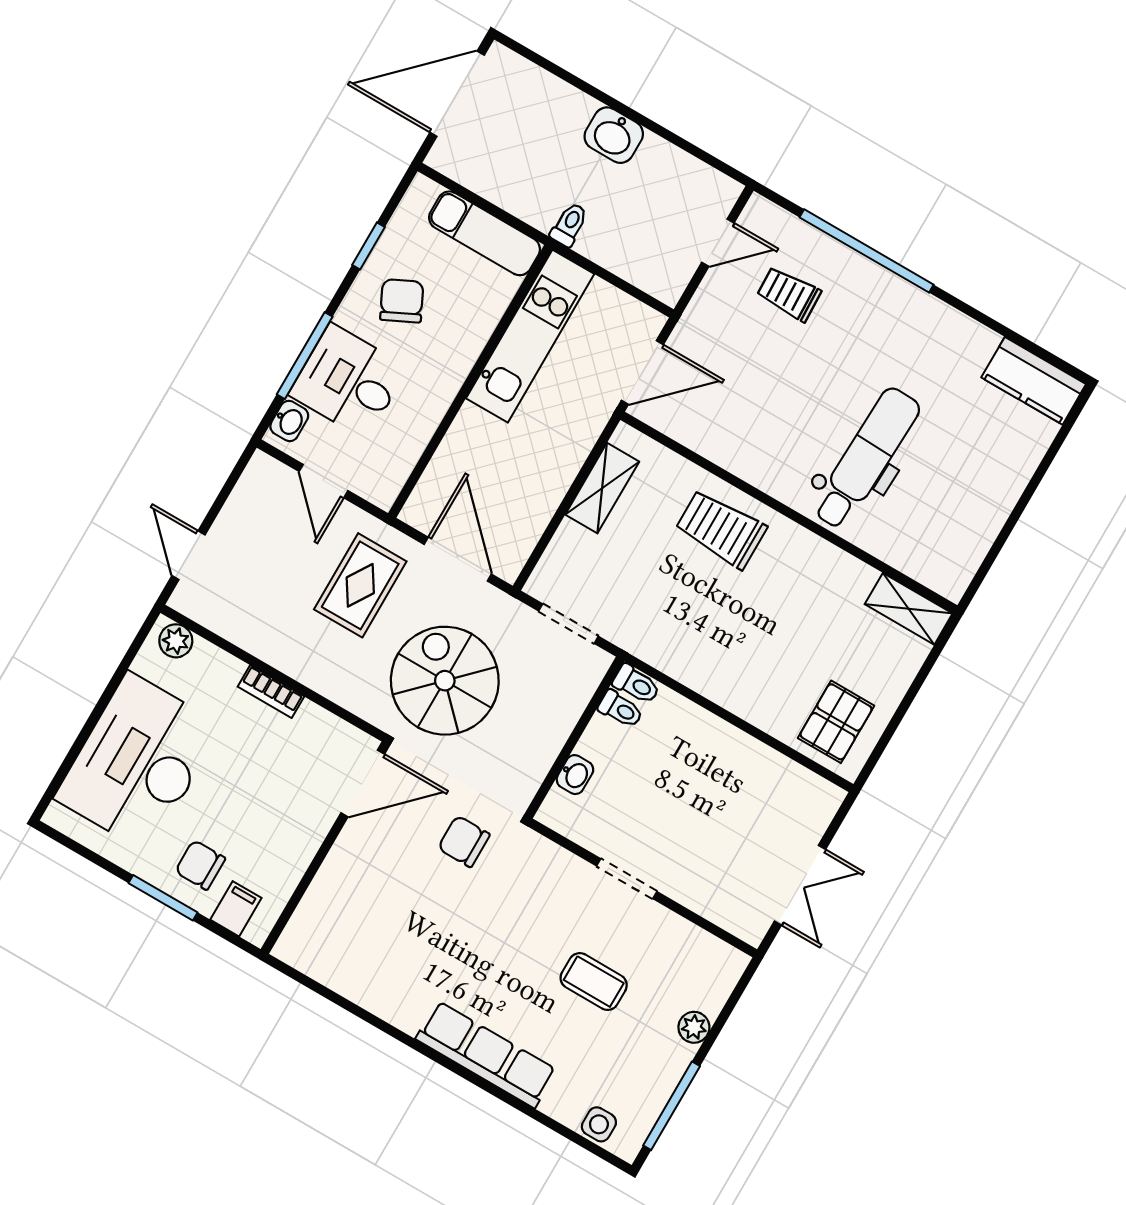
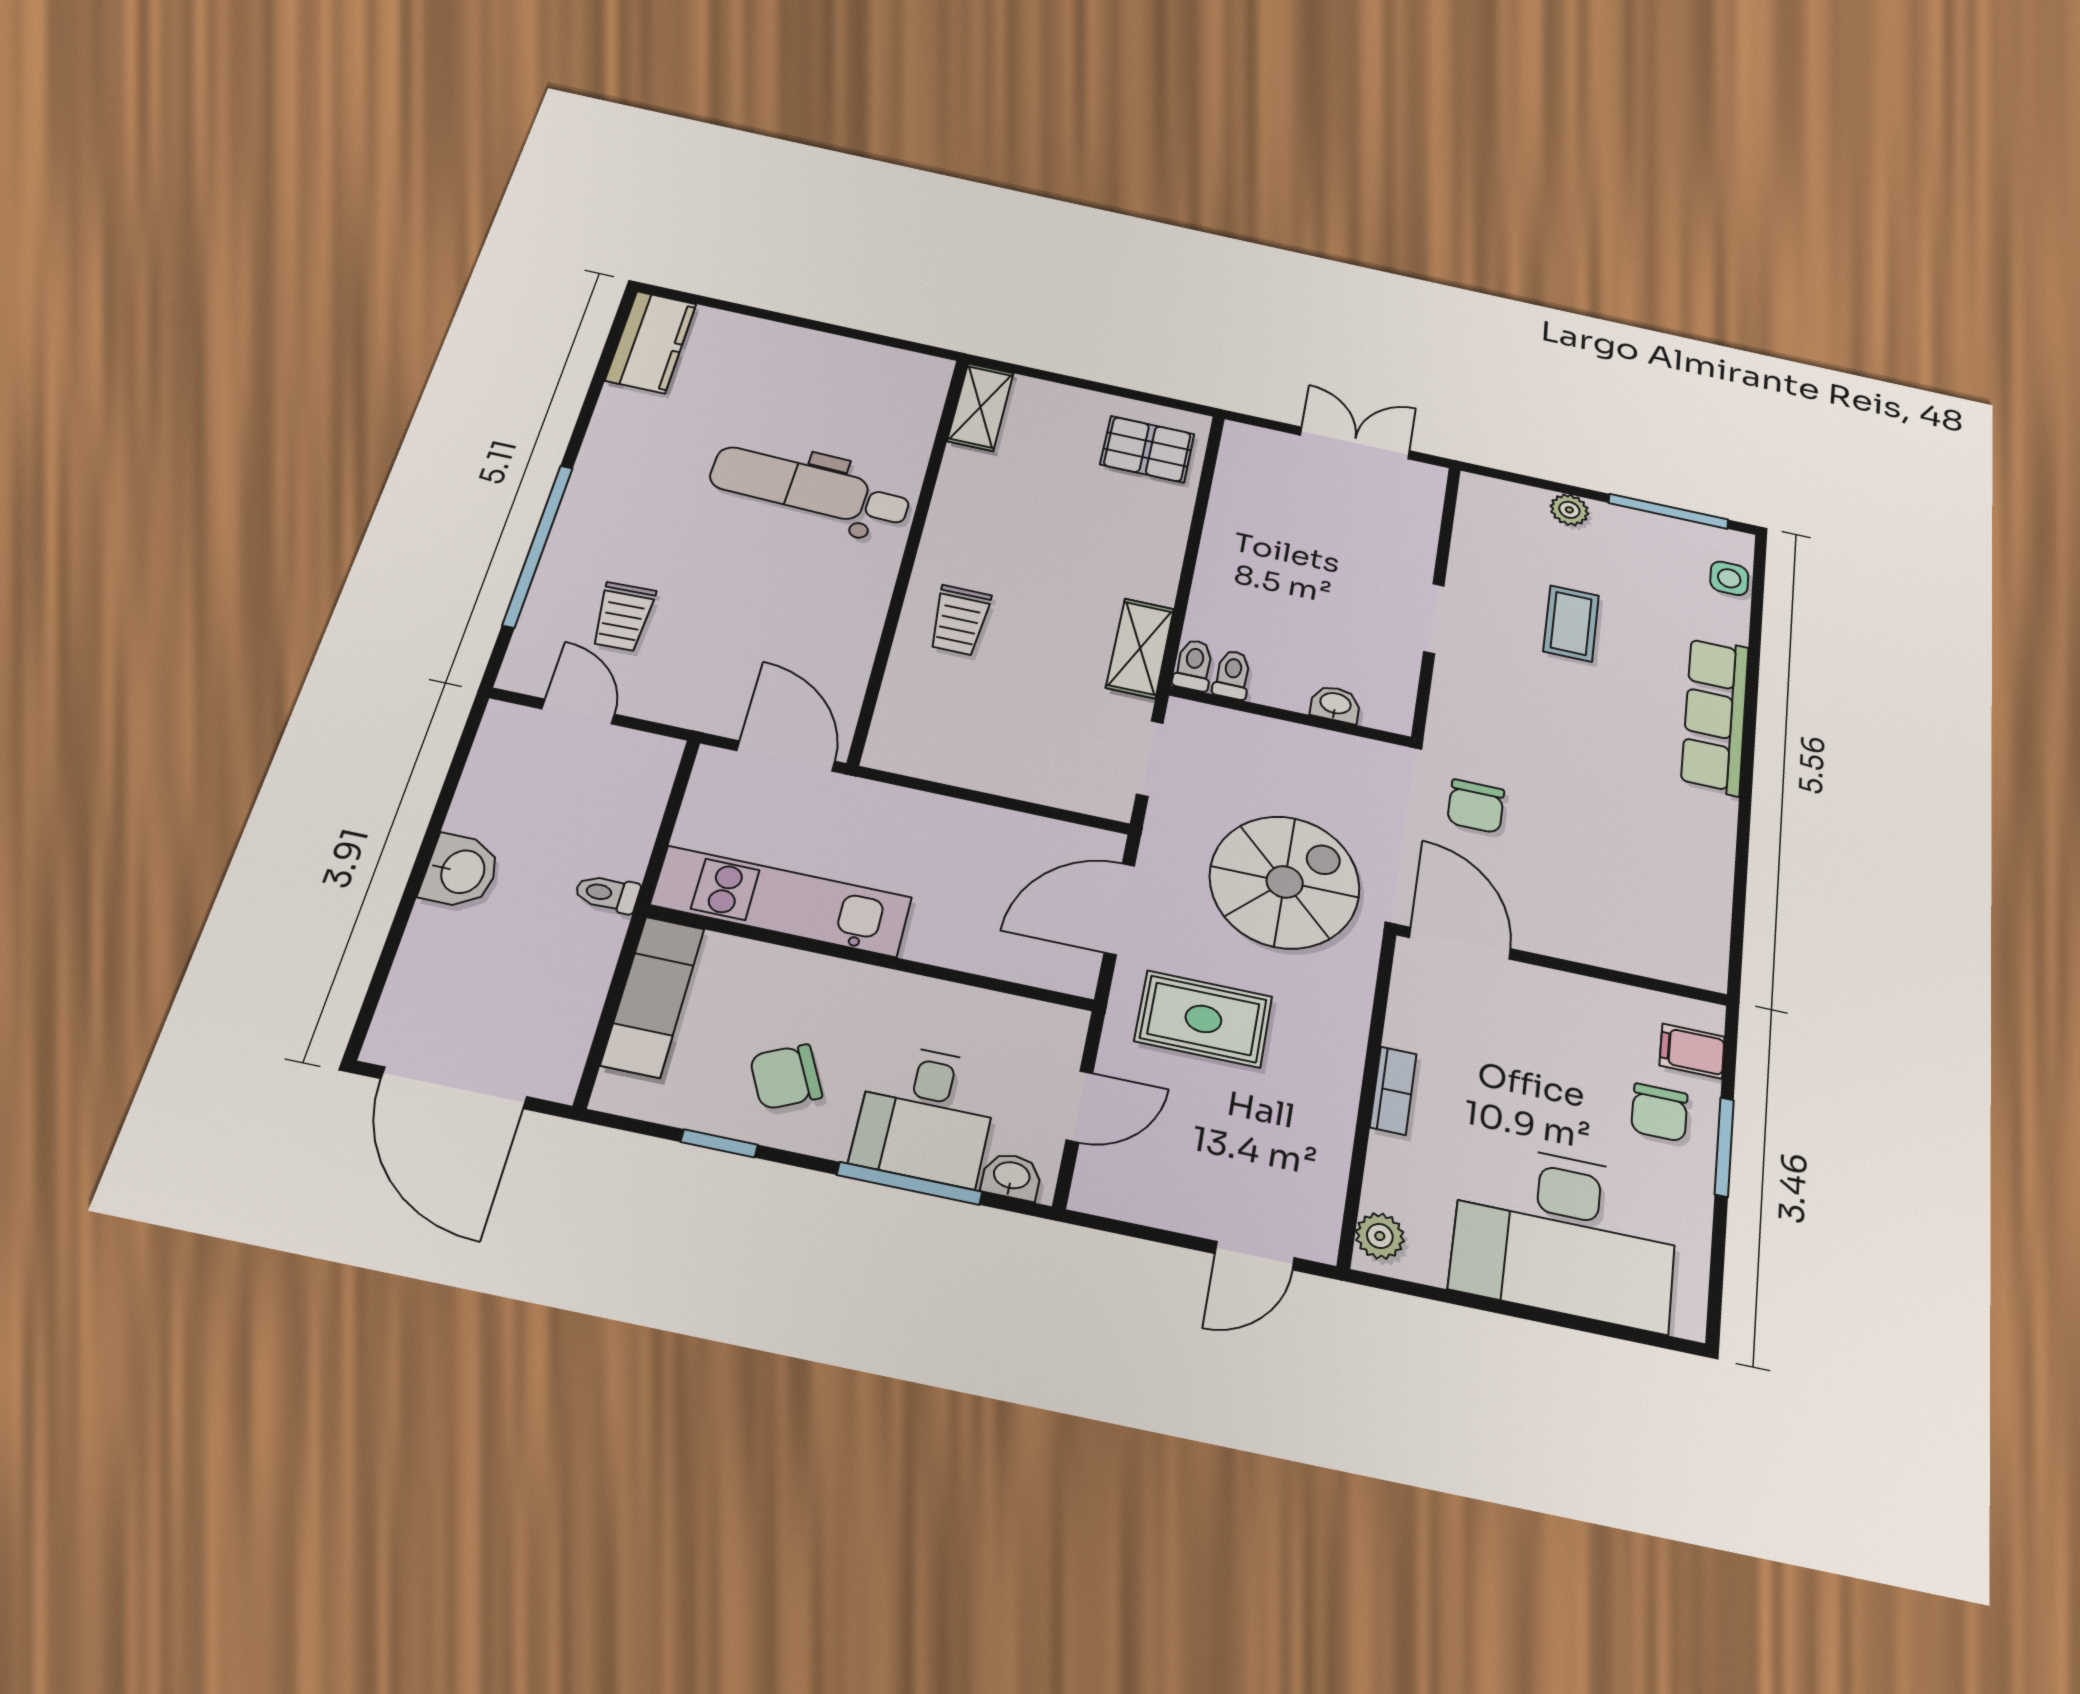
shelving: (602, 488) -> (1140, 648), moved, turned 90
trolley: (721, 529) -> (959, 620), width x0.73, depth x0.72
spiral stairs: (445, 681) -> (1285, 882), turned 180

